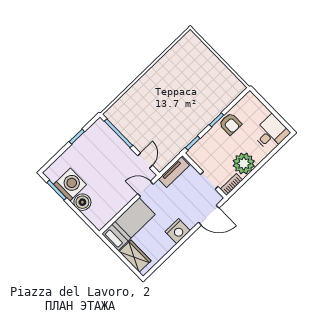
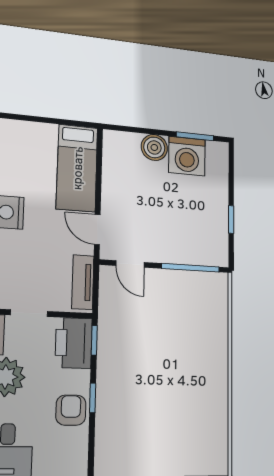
armchair: (230, 124) -> (71, 410), turned 90
printer: (203, 150) -> (74, 343), added
door: (145, 189) -> (97, 230), swing flipped
wardrobe: (135, 256) -> (32, 135), removed

